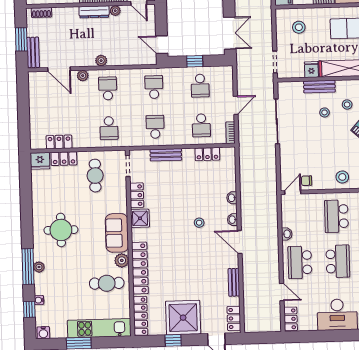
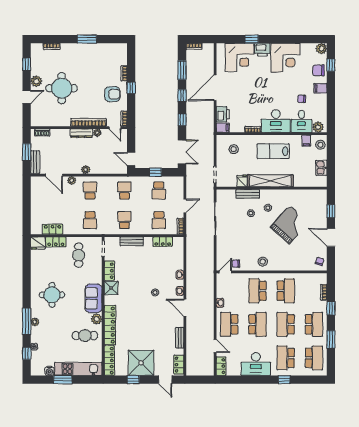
water cooler: (43, 333) -> (49, 371), moved

